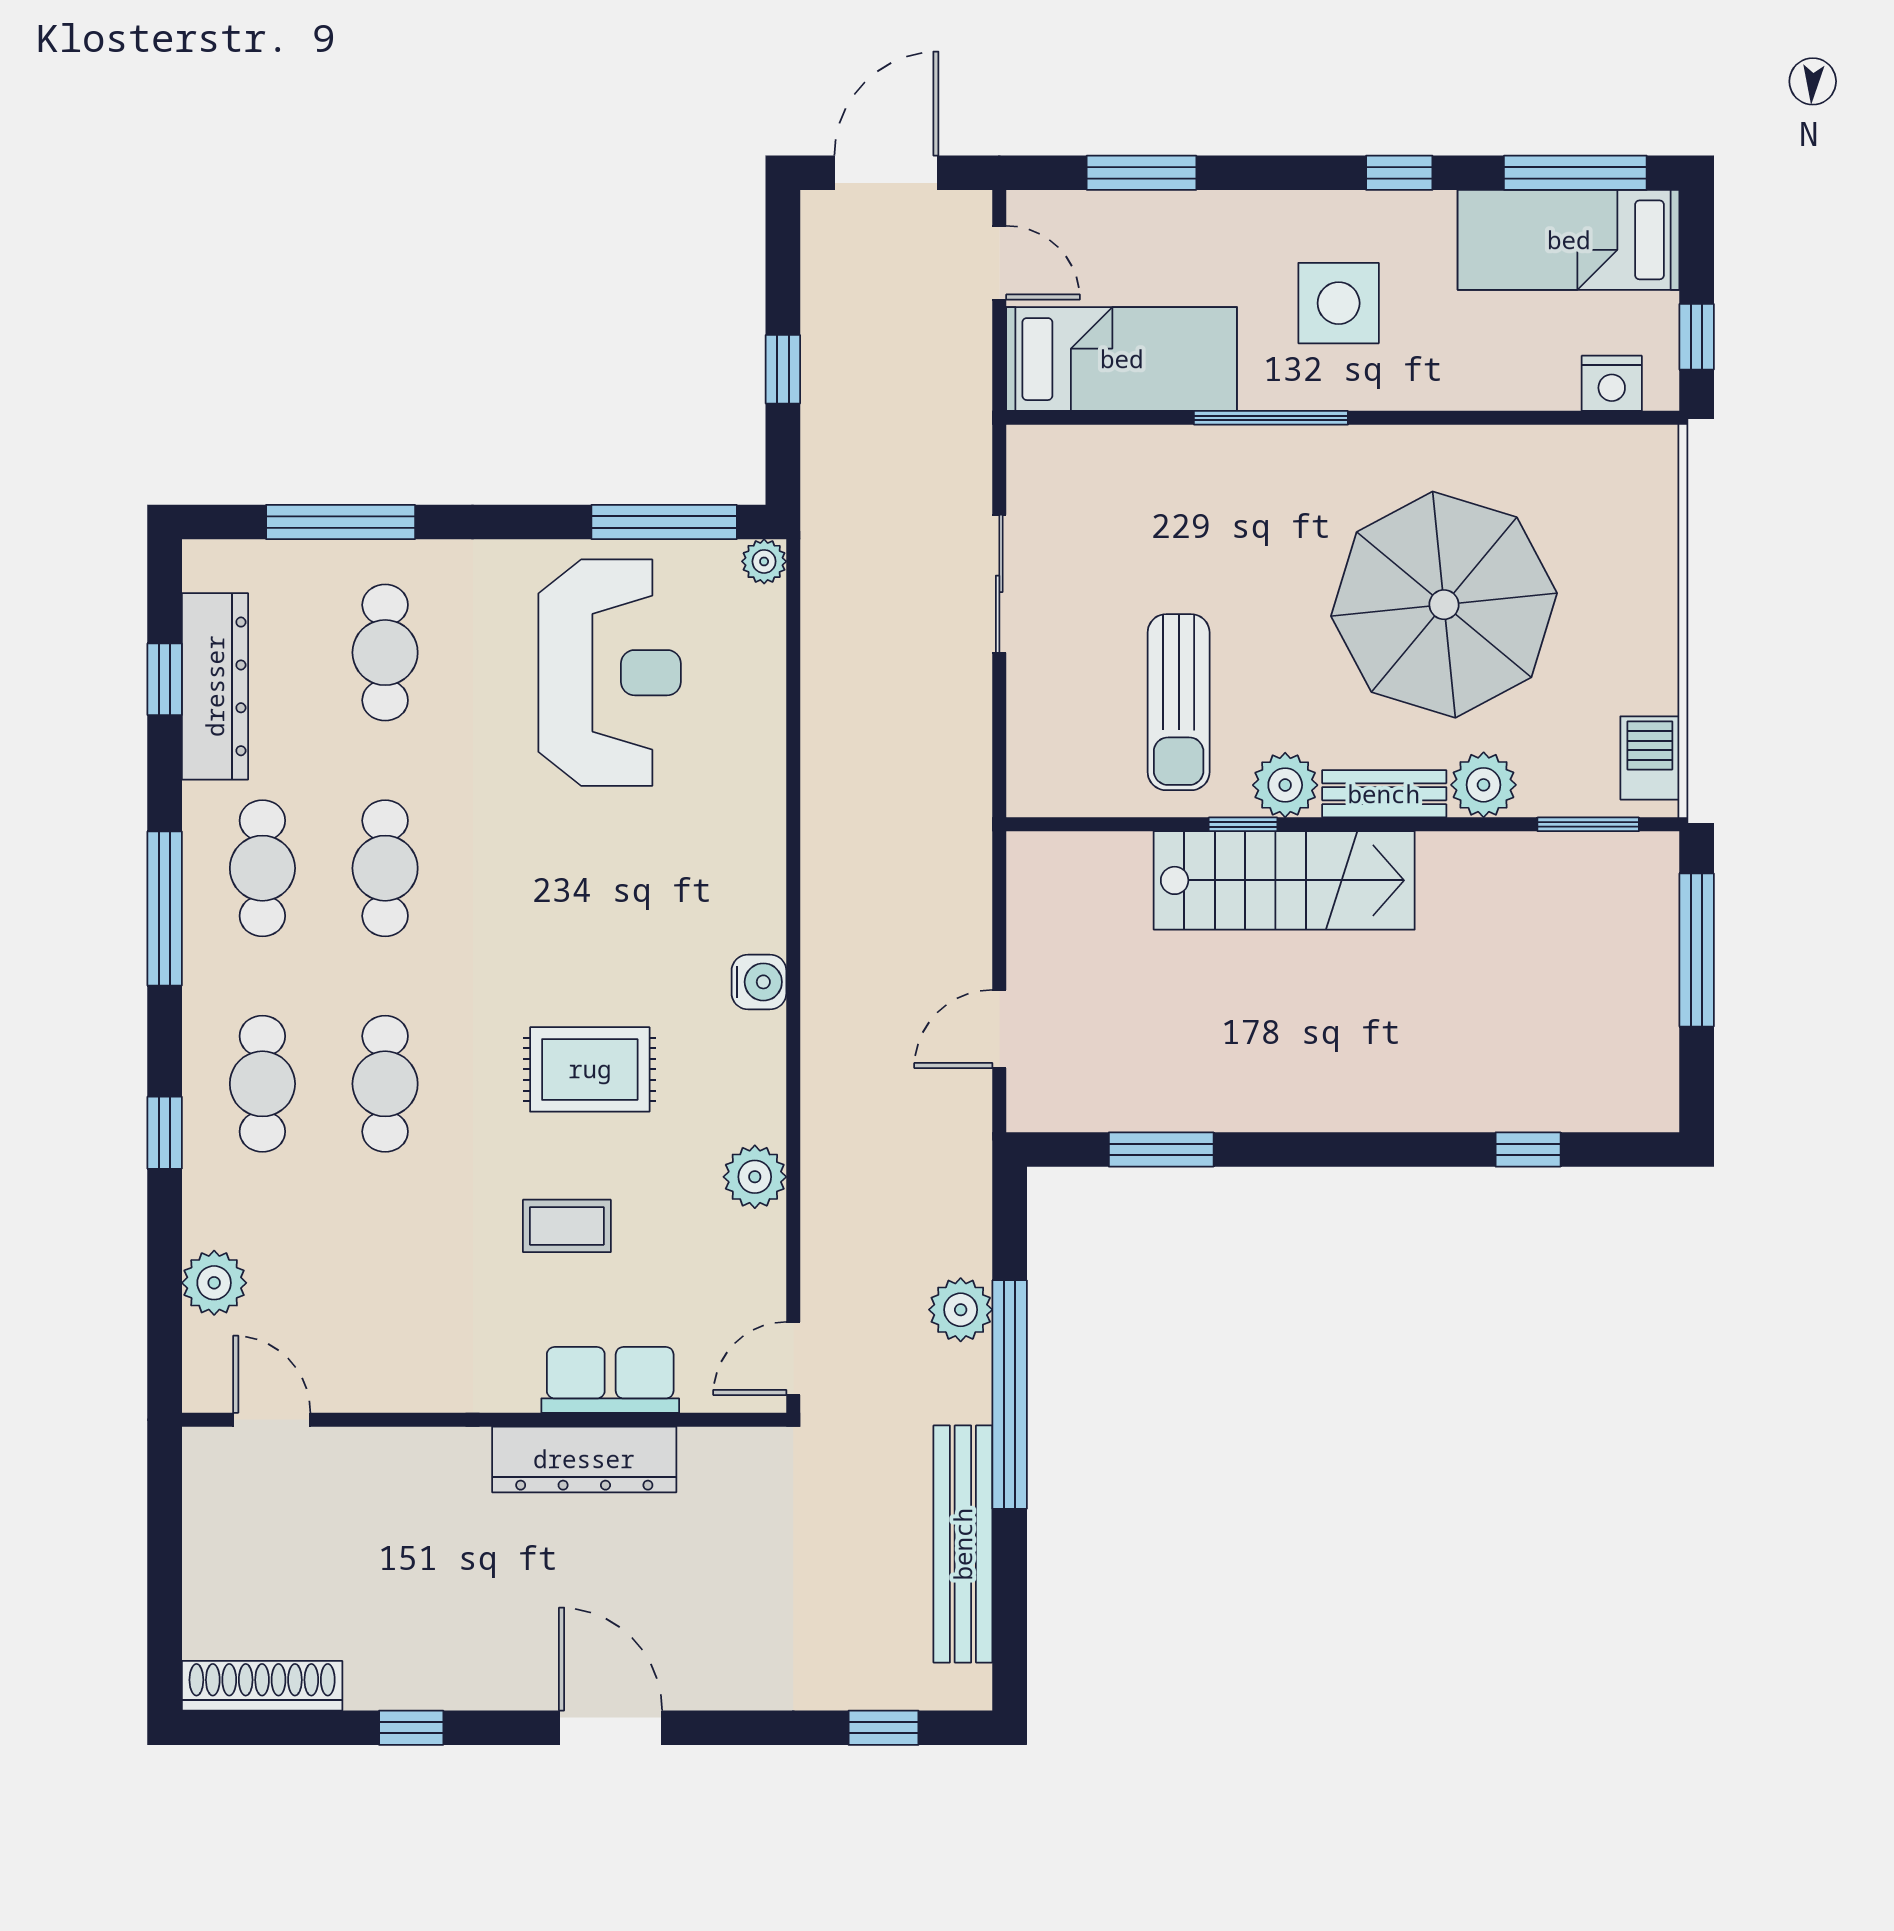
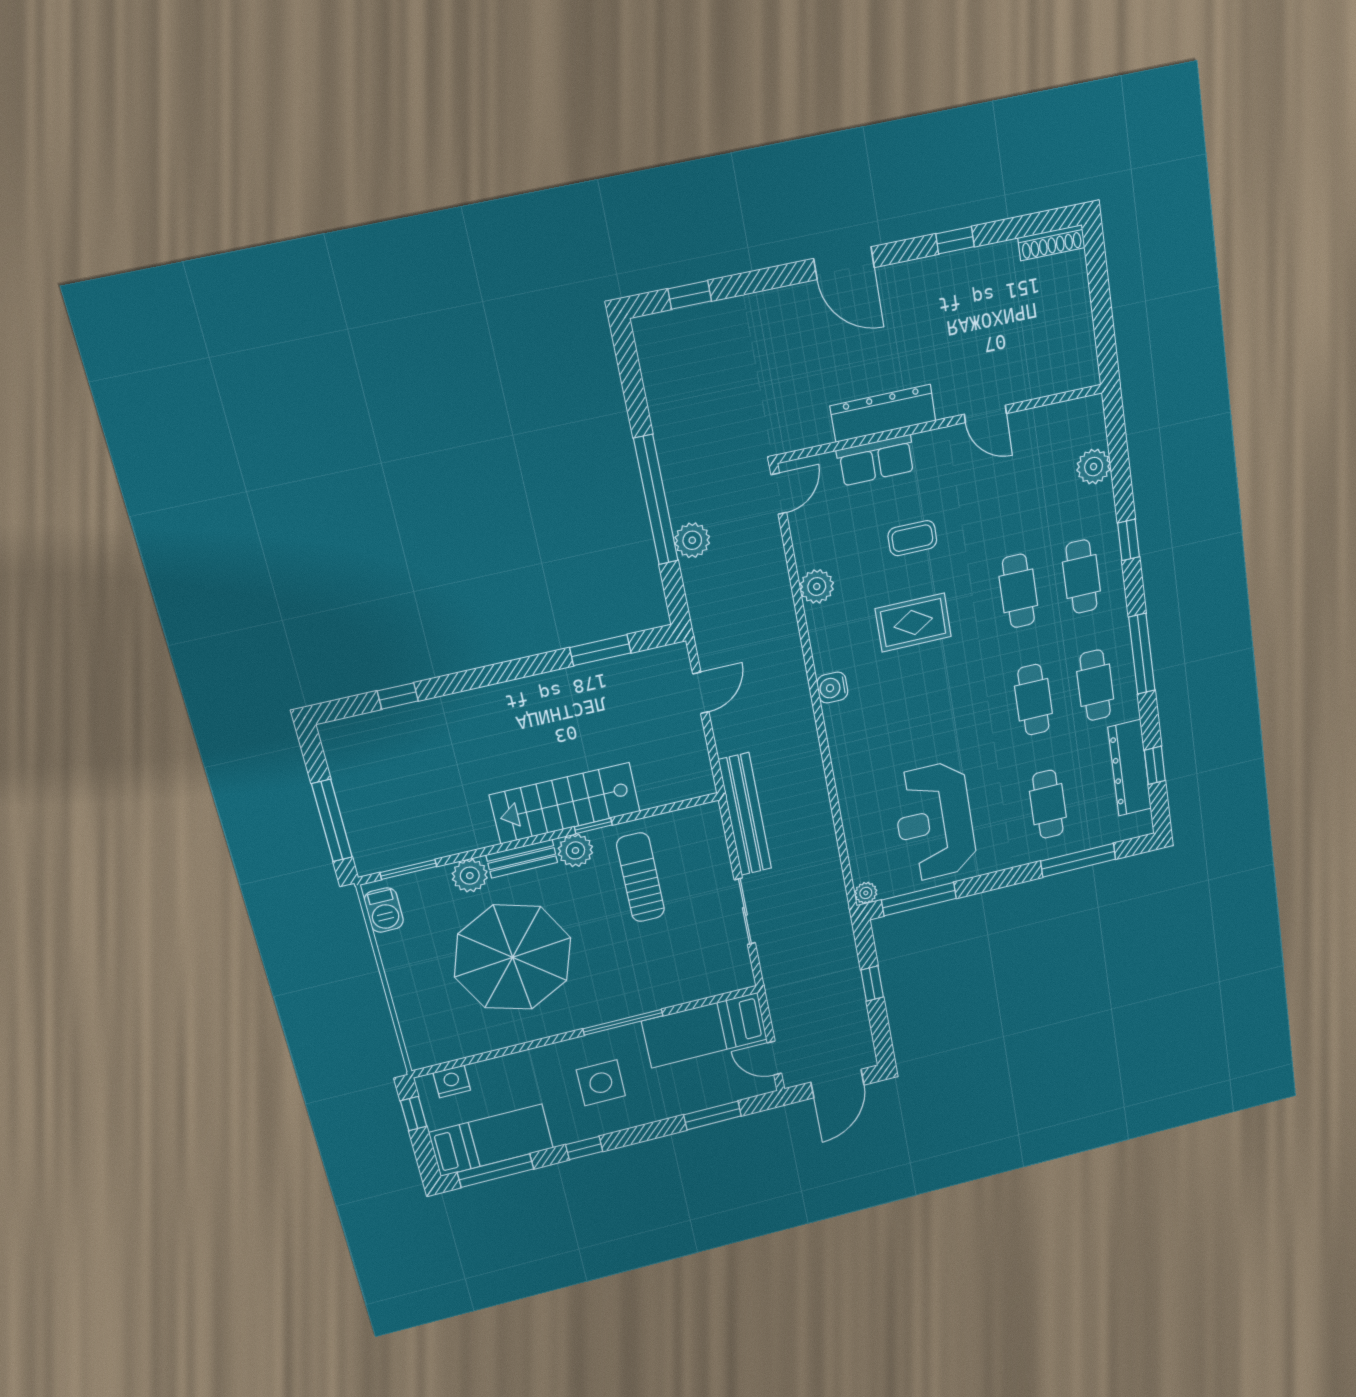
door: (272, 1420) -> (985, 414), moved
bench: (963, 1544) -> (745, 814), moved
shoe rack: (262, 1686) -> (1051, 243), width x0.74, depth x0.81

